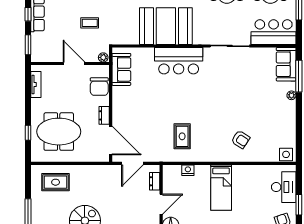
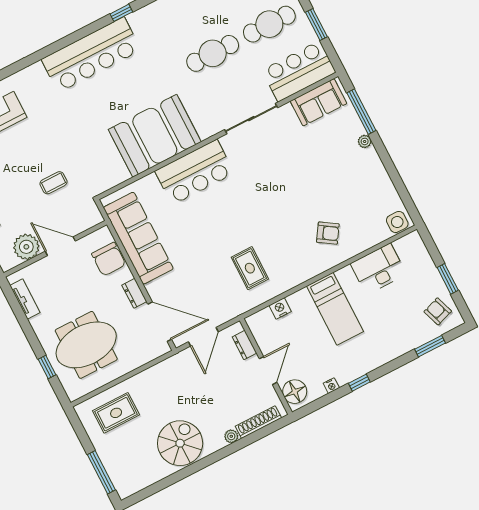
plant: (103, 57) -> (26, 247), moved, width x1.87, depth x1.87
sofa: (286, 64) -> (318, 102), moved, turned -90
sofa: (121, 69) -> (138, 238), width x1.85, depth x1.27
desk: (284, 187) -> (378, 269), moved, turned -90

